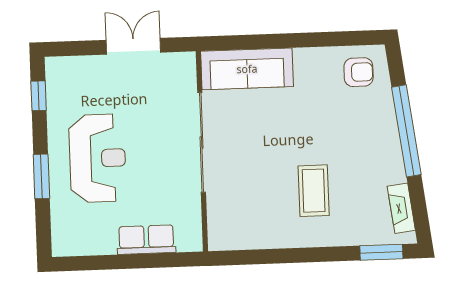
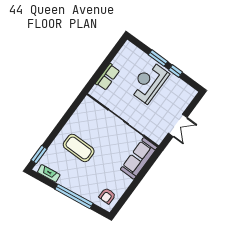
window: (39, 96) -> (176, 71), moved
reception desk: (97, 158) -> (149, 82), turned 90
coffee table: (314, 191) -> (79, 148), width x1.36, depth x1.32

